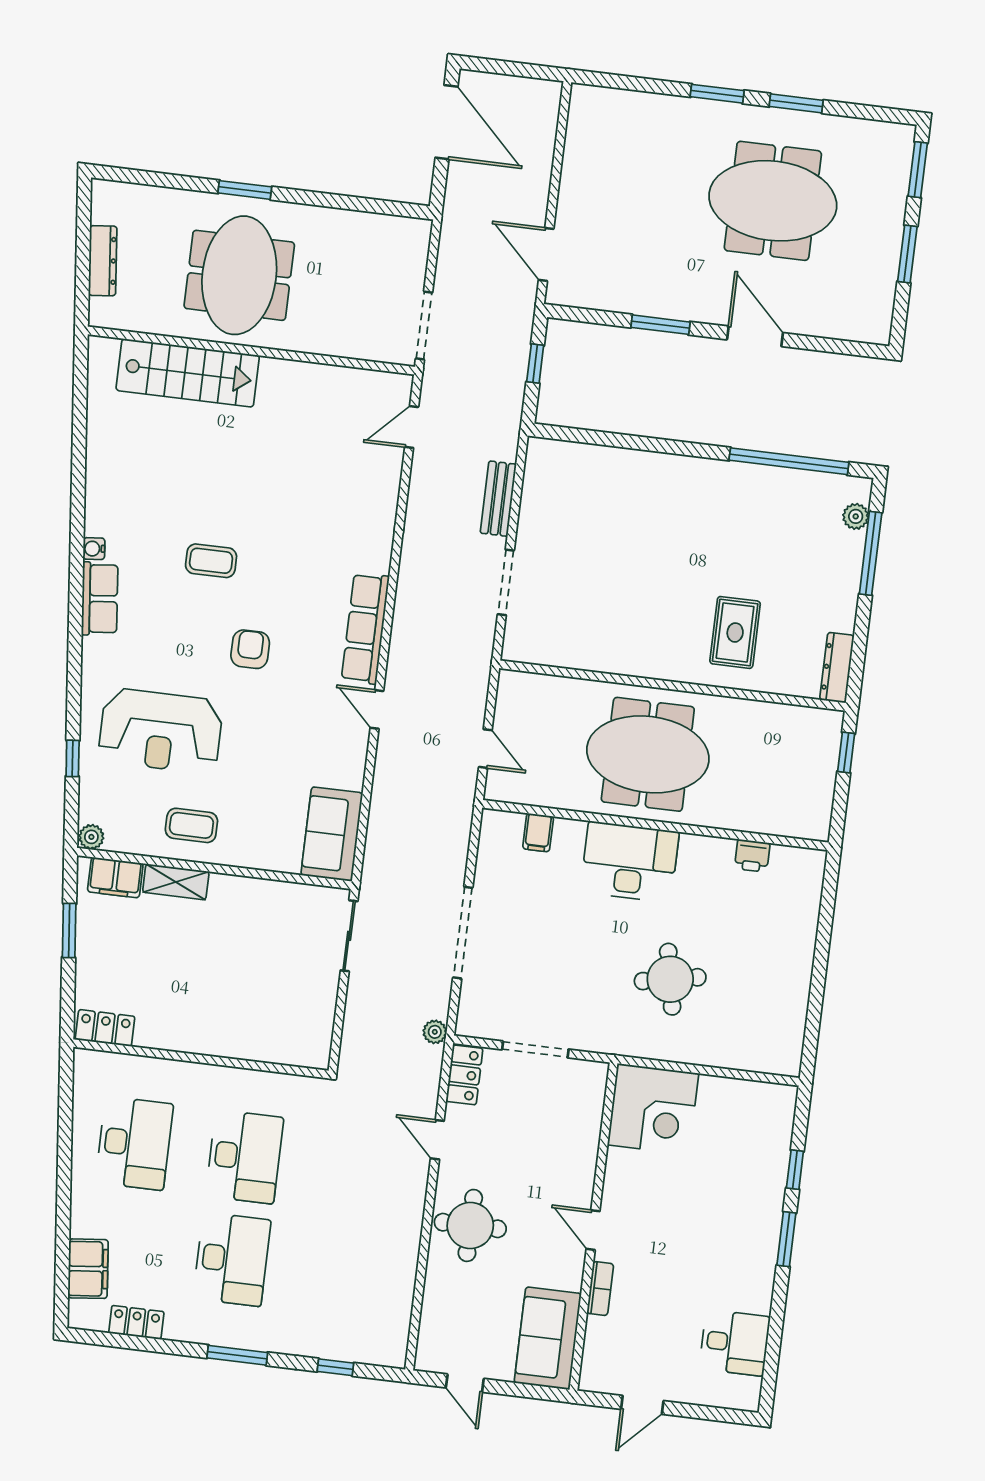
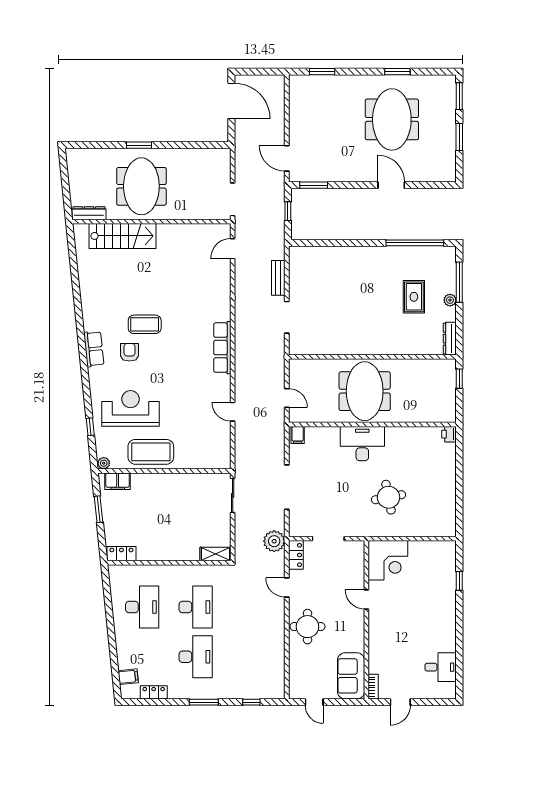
window: (717, 94) -> (322, 72), moved
meeting table: (773, 201) -> (392, 119), turned 90
dresser: (103, 261) -> (89, 213), moved, turned -84
window: (660, 325) -> (314, 185), moved
plant: (856, 516) -> (450, 300), moved
water cooler: (94, 549) -> (88, 325), removed
coffee table: (211, 561) -> (145, 324), width x1.36, depth x1.30
rug: (735, 632) -> (414, 297), moved
armchair: (250, 649) -> (130, 352), moved
door: (377, 709) -> (233, 412), moved
reception desk: (161, 731) -> (131, 408), turned 180
meeting table: (648, 754) -> (365, 391), turned 90
coffee table: (191, 825) -> (151, 452), width x1.86, depth x1.72
filing cabinet: (538, 833) -> (298, 435), moved
sofa: (332, 834) -> (218, 448), removed
printer: (752, 856) -> (449, 434), moved, turned 90
shelving: (176, 882) -> (215, 554), moved
plant: (435, 1032) -> (274, 541), width x1.88, depth x1.88
door: (593, 1230) -> (366, 600), moved
window: (786, 1239) -> (459, 615), removed
filing cabinet: (88, 1269) -> (128, 677), width x0.50
bookcase: (600, 1289) -> (373, 687), moved

